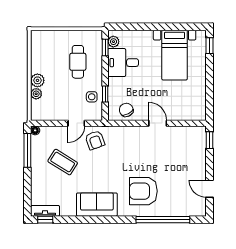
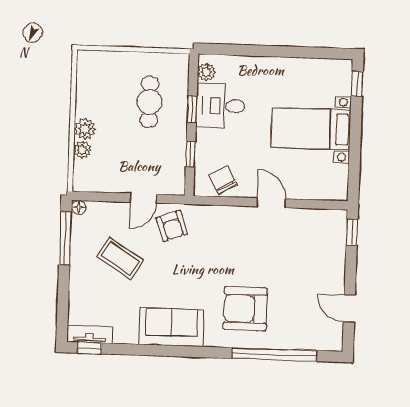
window: (105, 47) -> (192, 109), moved
bed with nightstands: (175, 55) -> (311, 129), moved, turned 90
side table: (92, 97) -> (169, 158), removed

